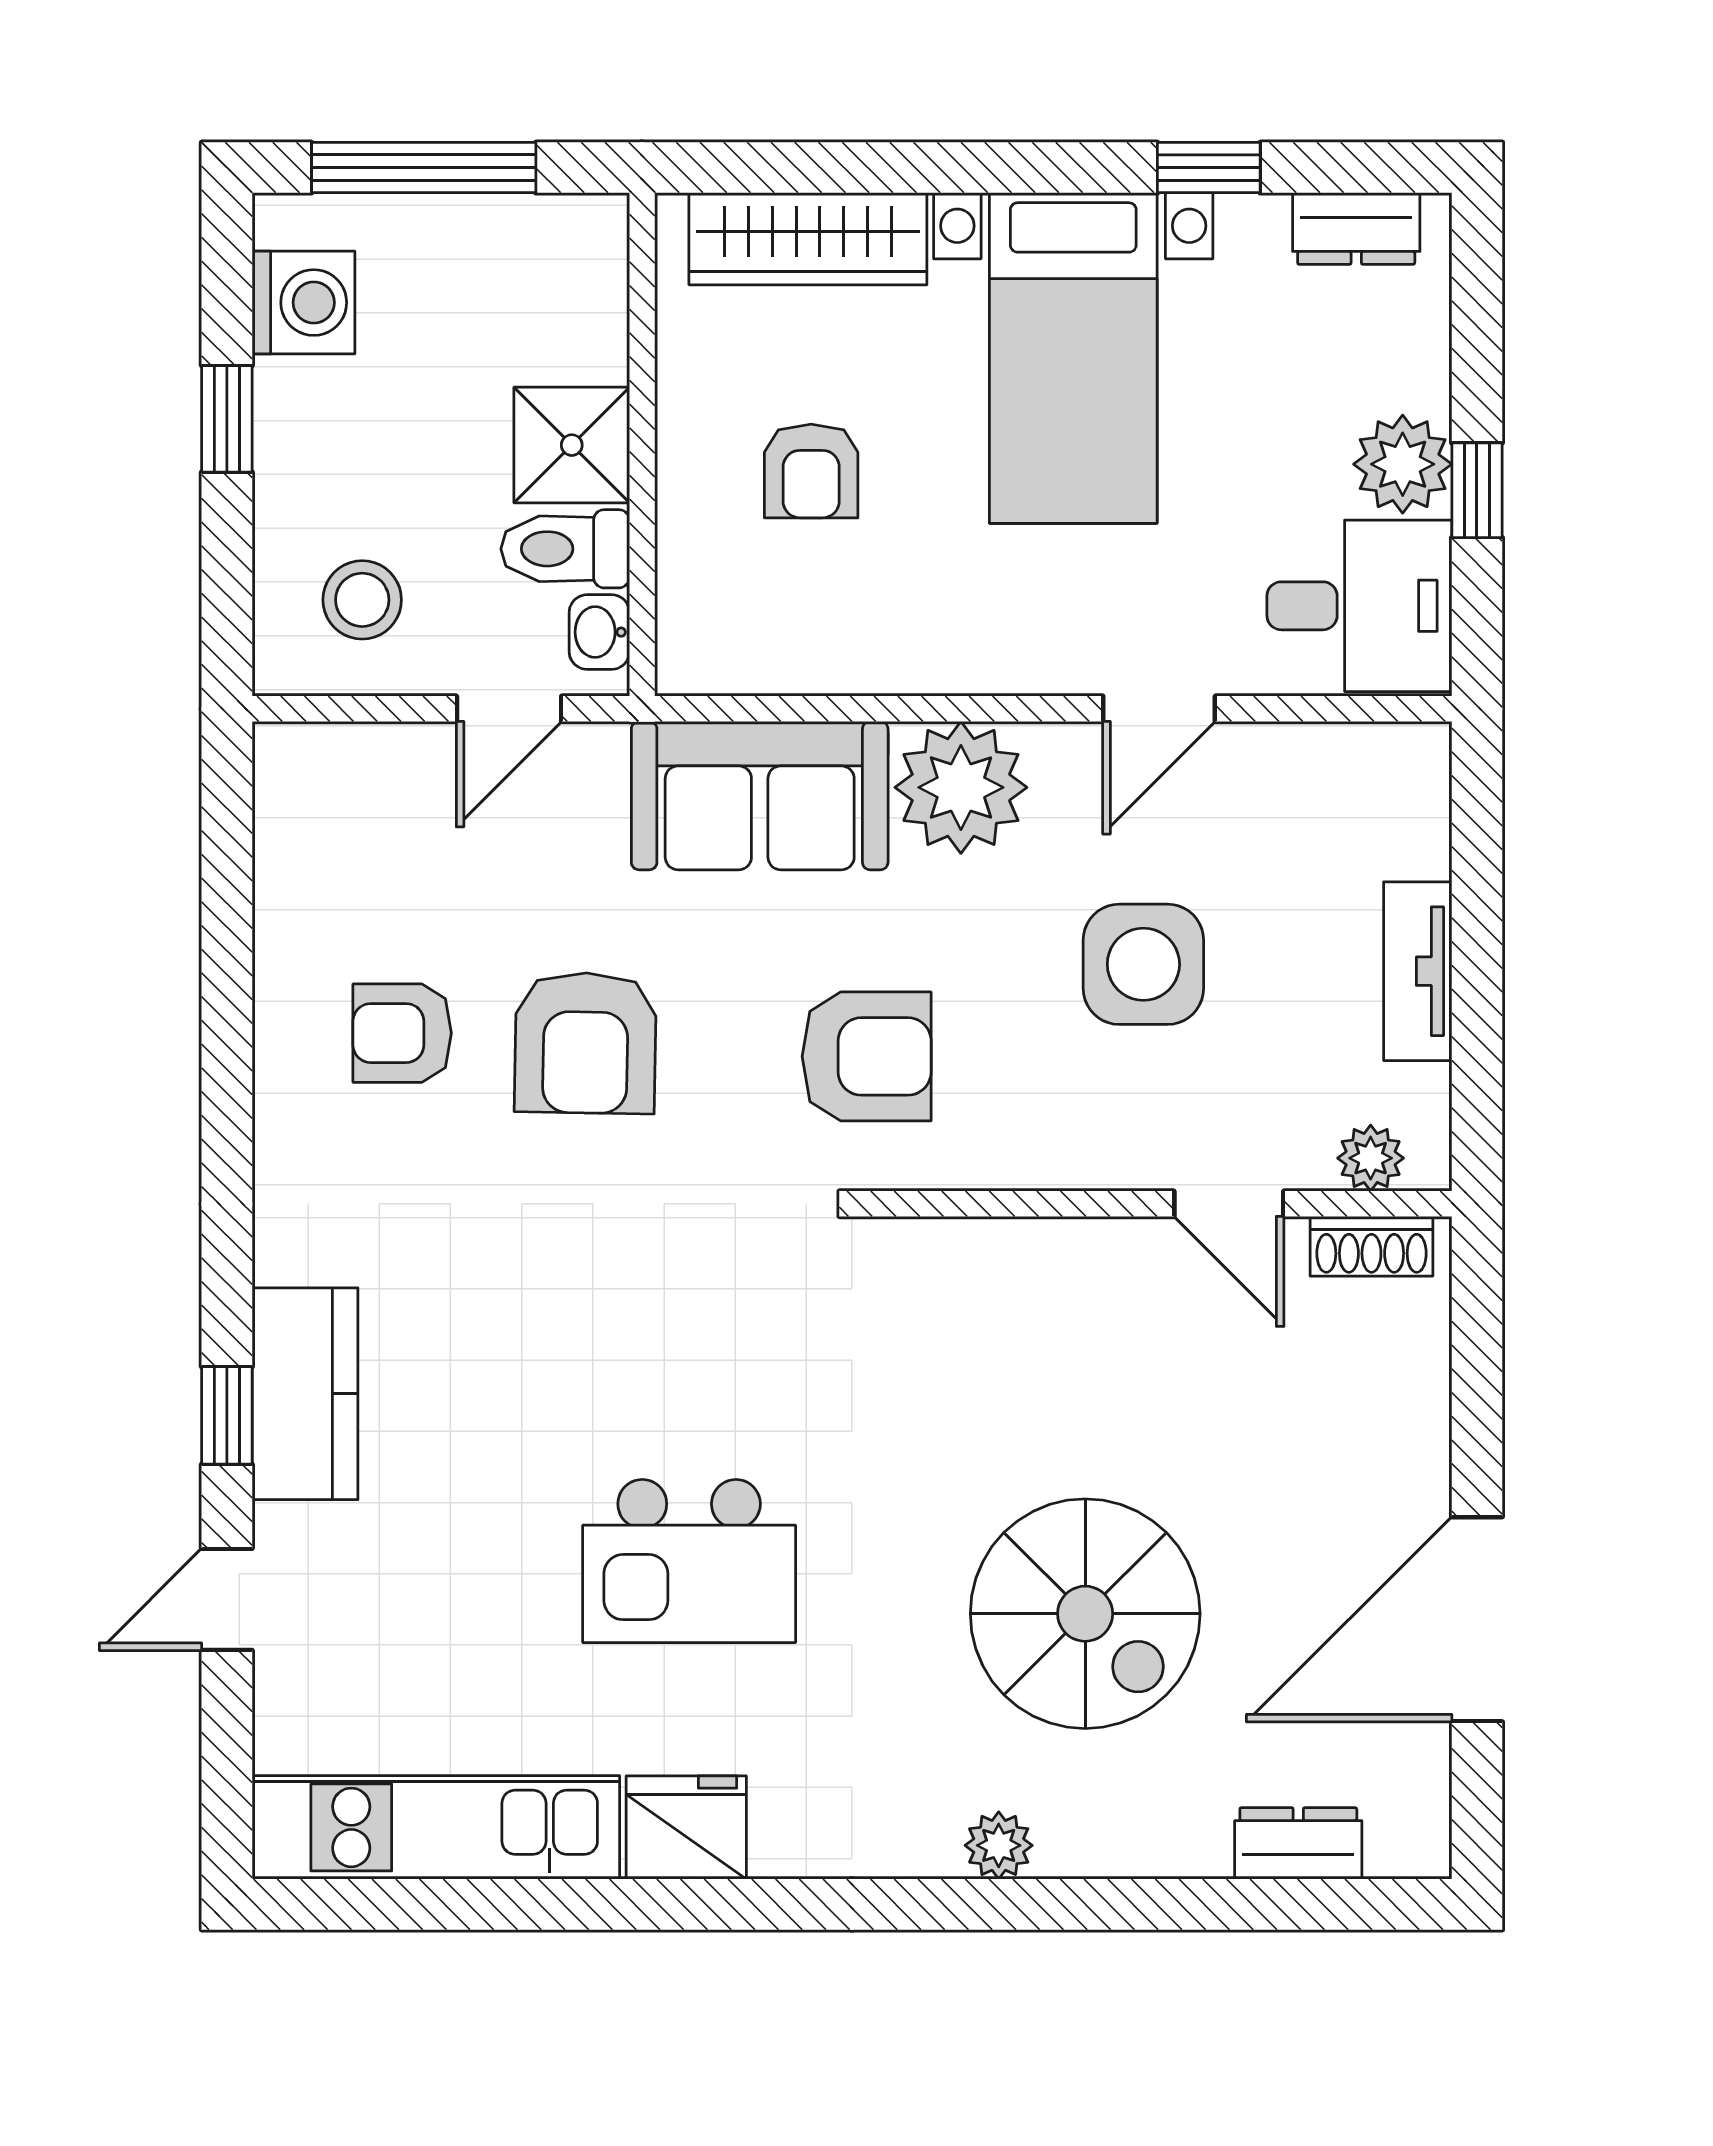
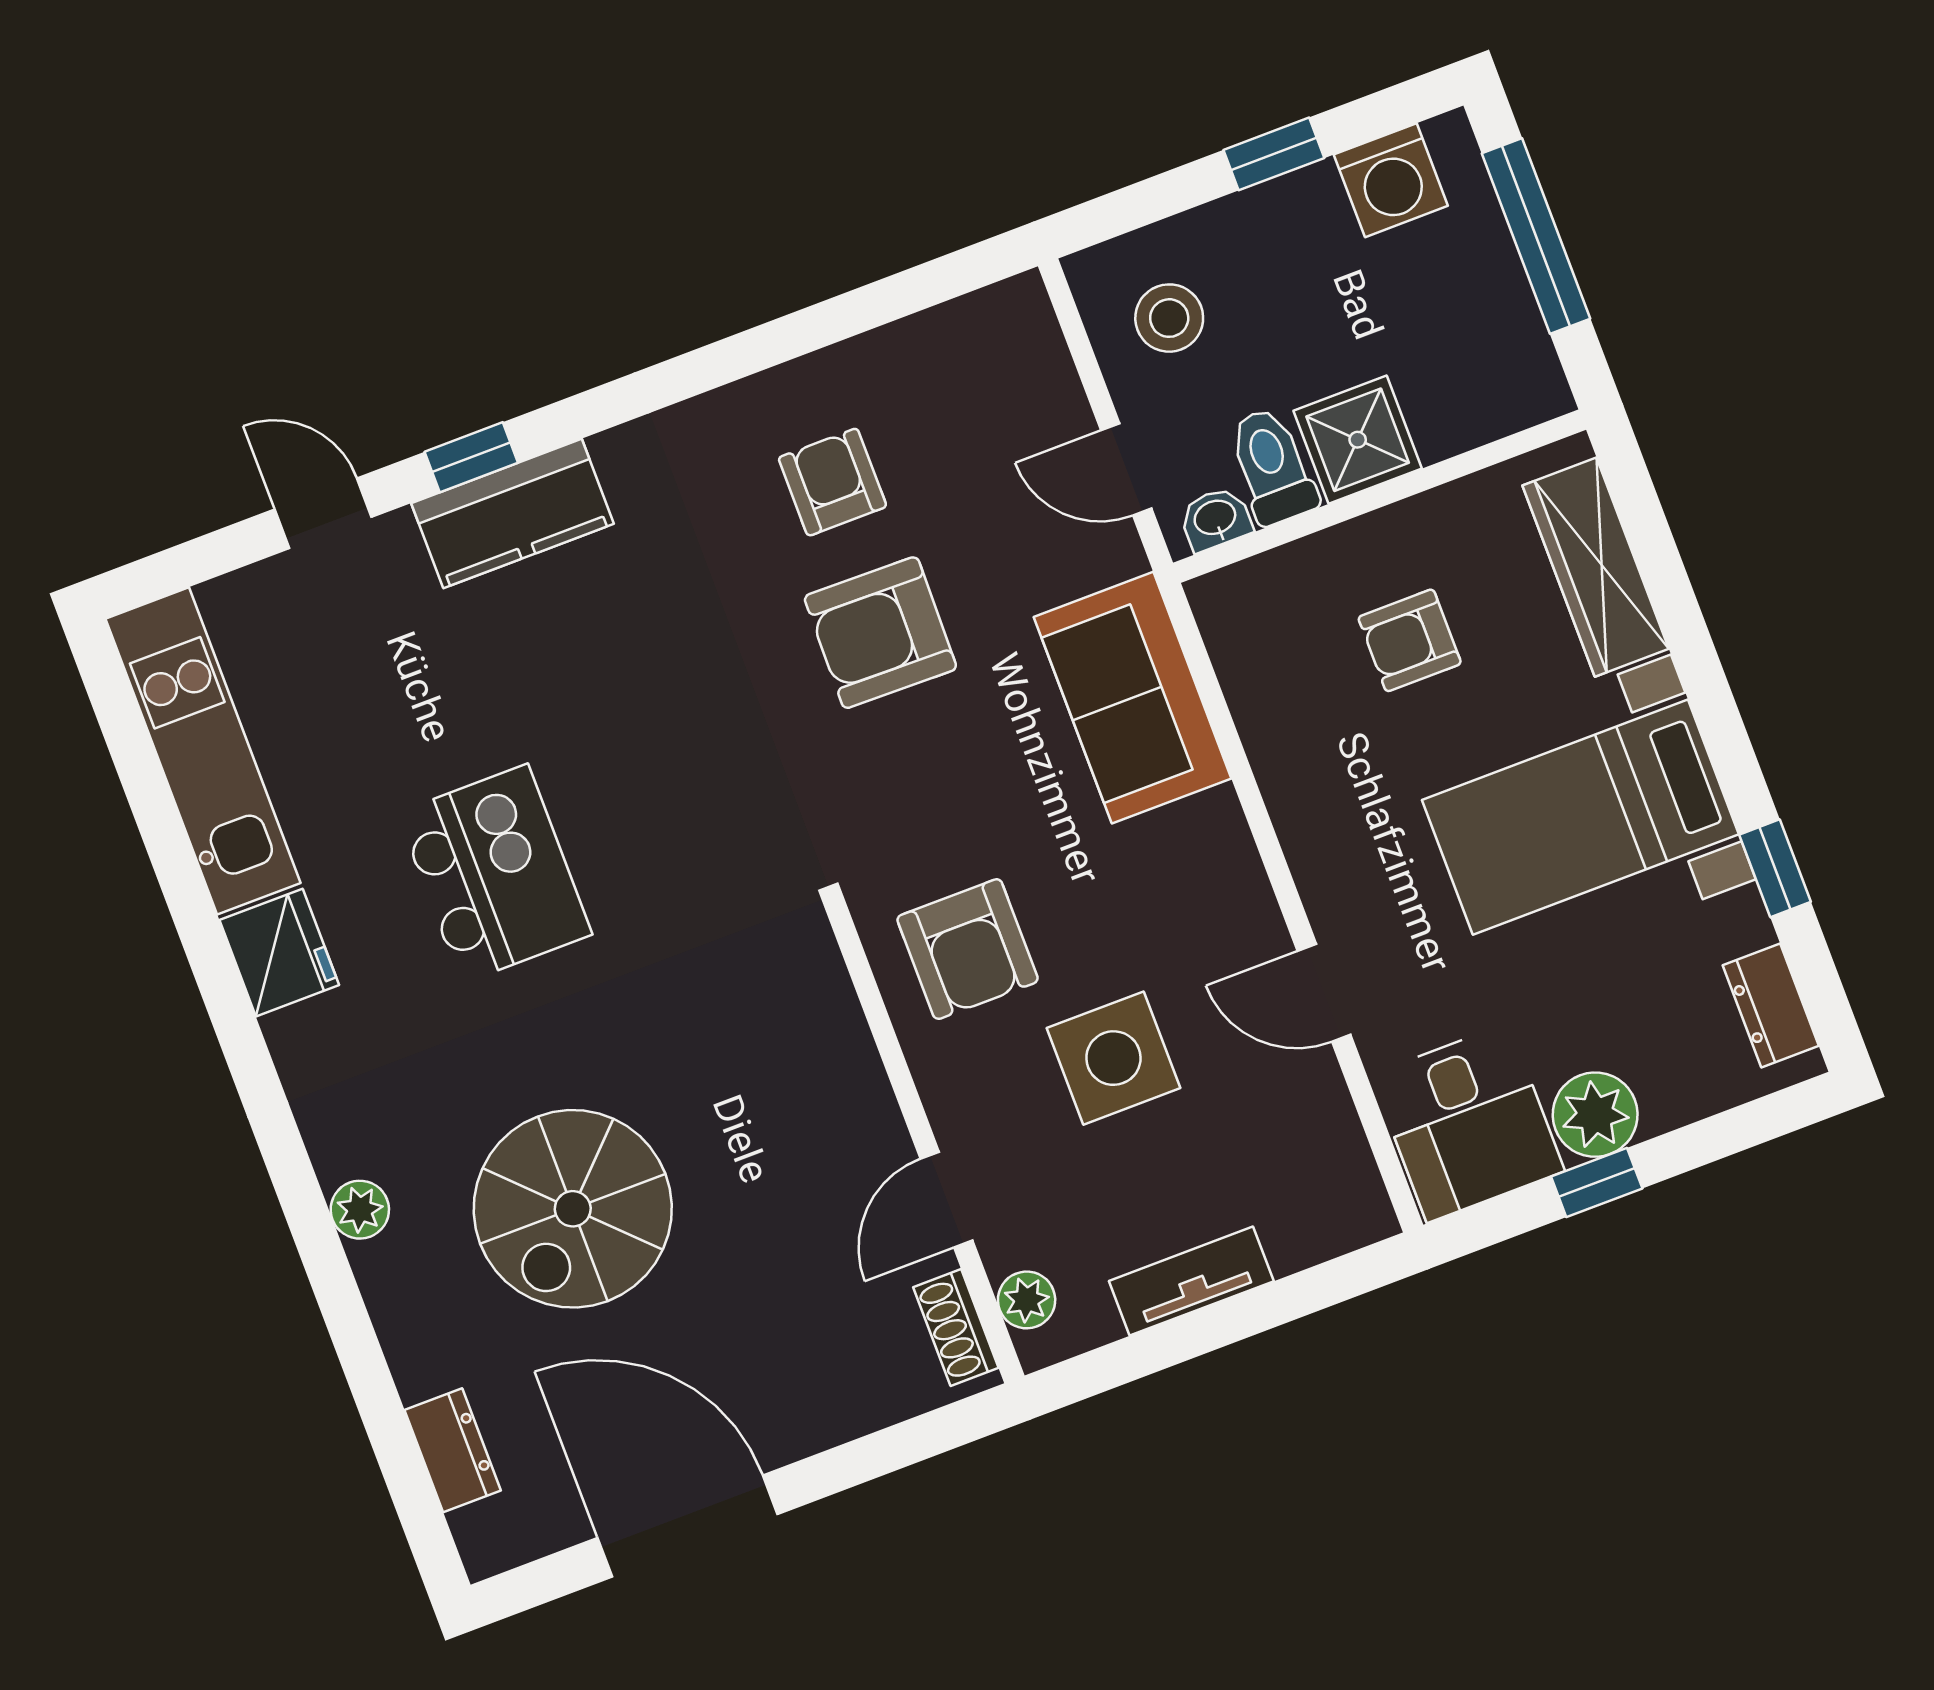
plant: (961, 787) -> (1200, 857), removed
armchair: (867, 1056) -> (968, 949), moved
kitchen island: (689, 1561) -> (495, 874), turned 180

